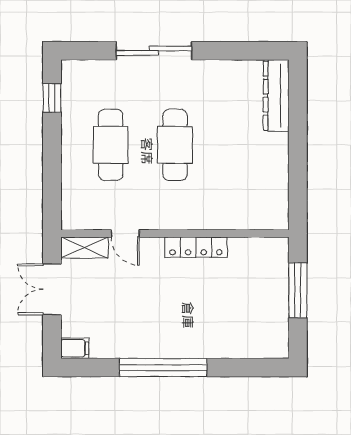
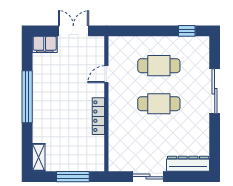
sliding door: (298, 163) -> (148, 177), added
shelving: (84, 247) -> (39, 157), moved
filing cabinet: (75, 348) -> (45, 44), width x2.00

